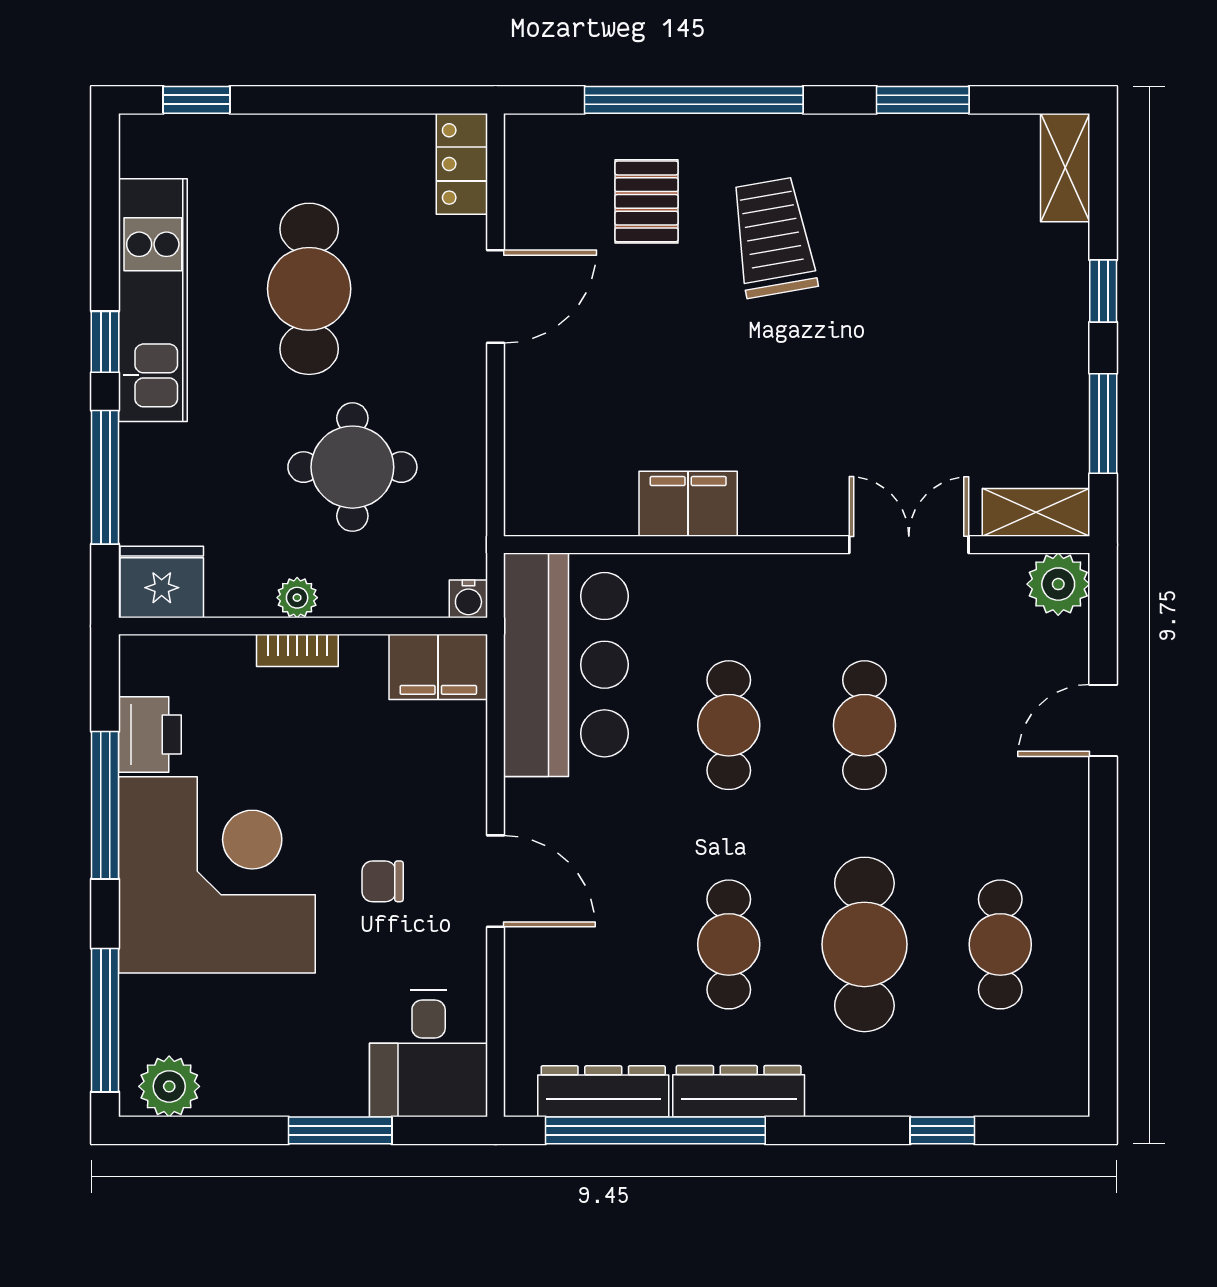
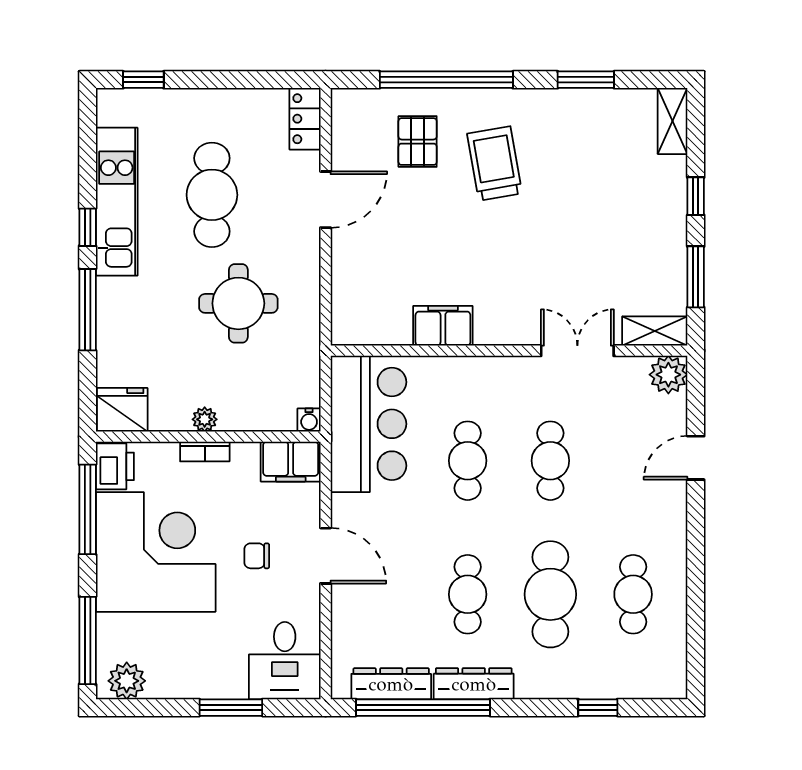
fridge: (162, 582) -> (122, 410), moved
plant: (297, 598) -> (205, 419), moved
water cooler: (468, 599) -> (309, 420), moved
wall: (303, 626) -> (208, 437), moved
bookcase: (297, 650) -> (205, 451), moved
filing cabinet: (438, 667) -> (291, 462), moved

